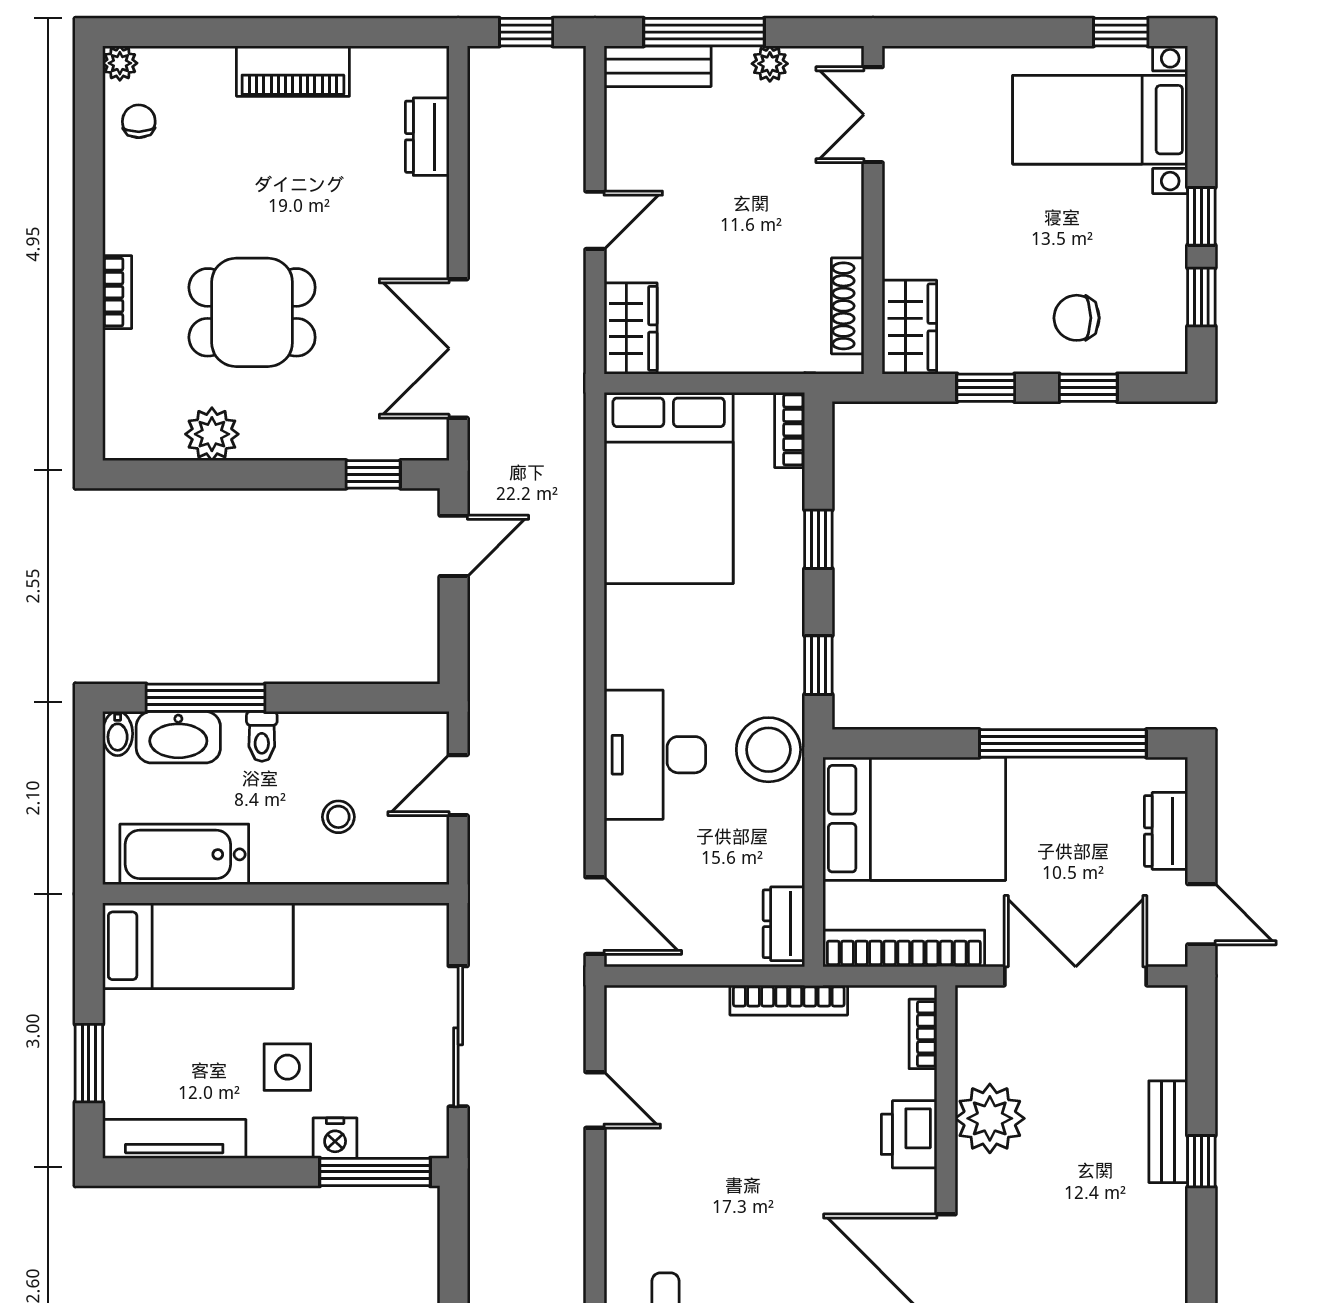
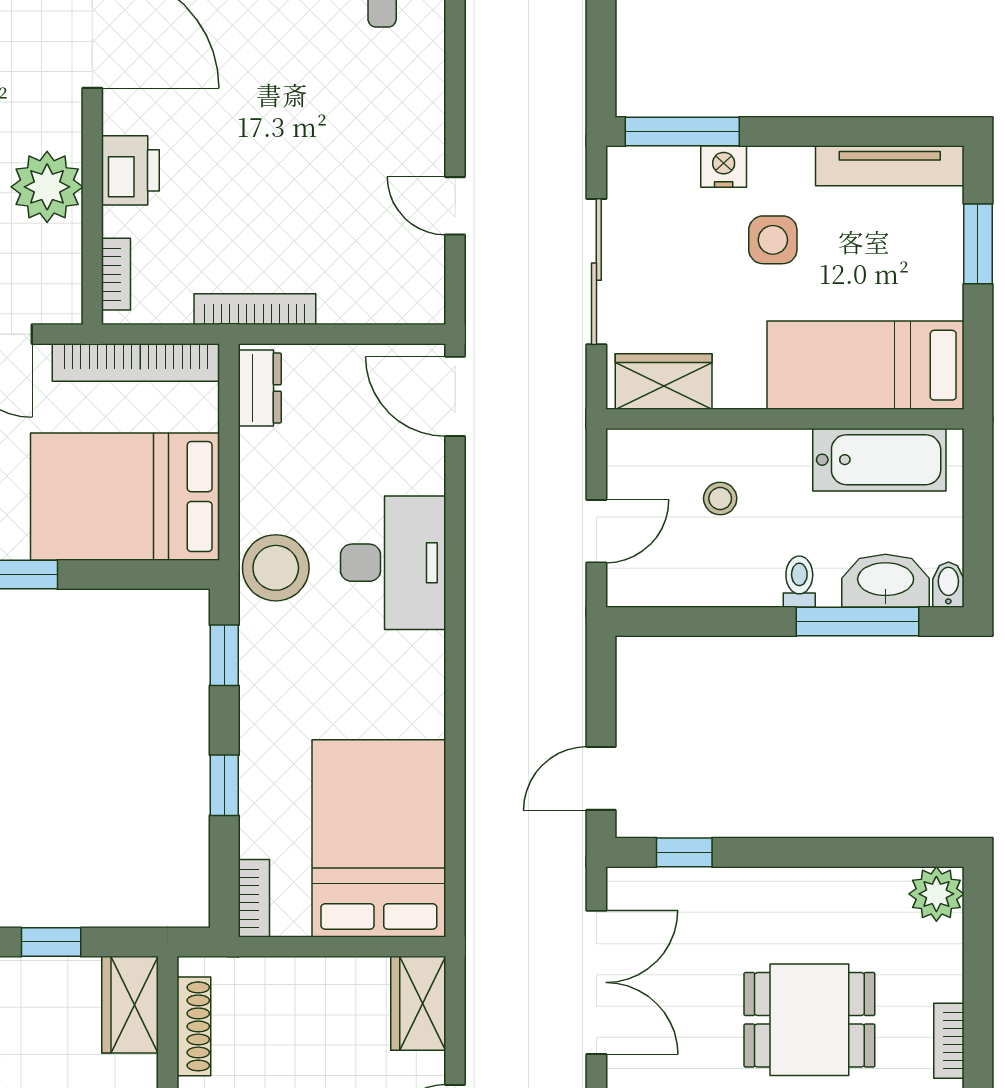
plant: (212, 434) -> (936, 894), moved
wardrobe: (393, 930) -> (664, 382), added

